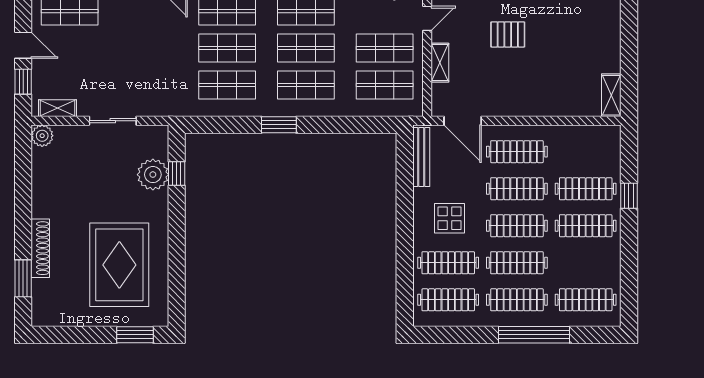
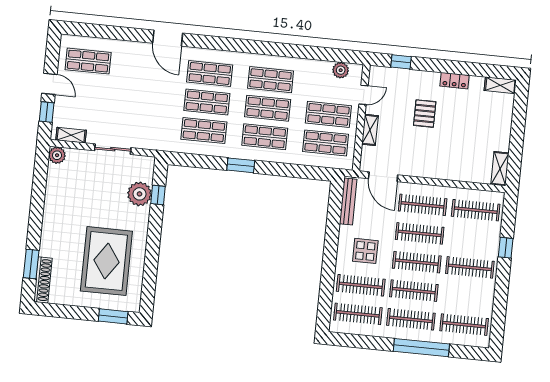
pallet: (508, 34) -> (425, 114), turned 90
clothes rail: (586, 189) -> (476, 210), moved
shoe rack: (40, 248) -> (43, 280), moved

